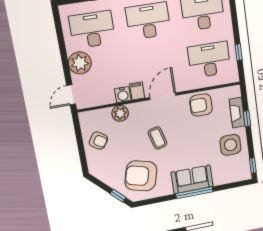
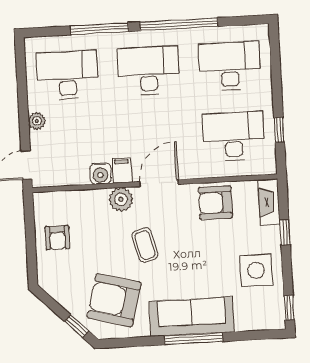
plant: (80, 63) -> (37, 121), width x0.53, depth x0.53
plant: (120, 113) -> (121, 199), moved
fireplace: (237, 113) -> (269, 202), moved
armchair: (98, 141) -> (57, 238), turned 57
sofa: (192, 179) -> (192, 317), width x1.36

